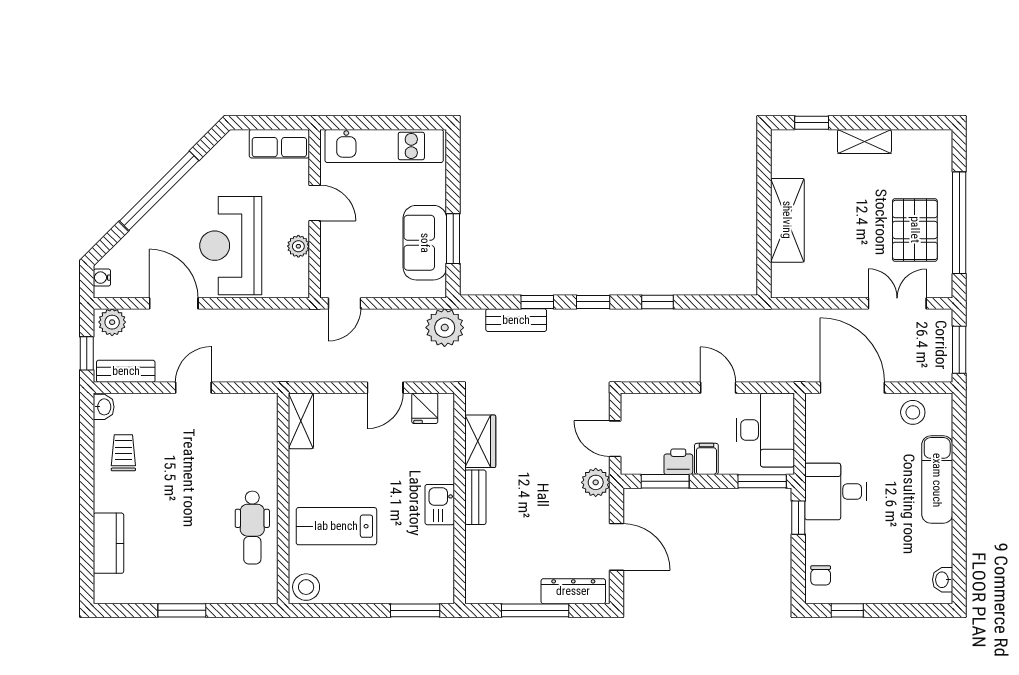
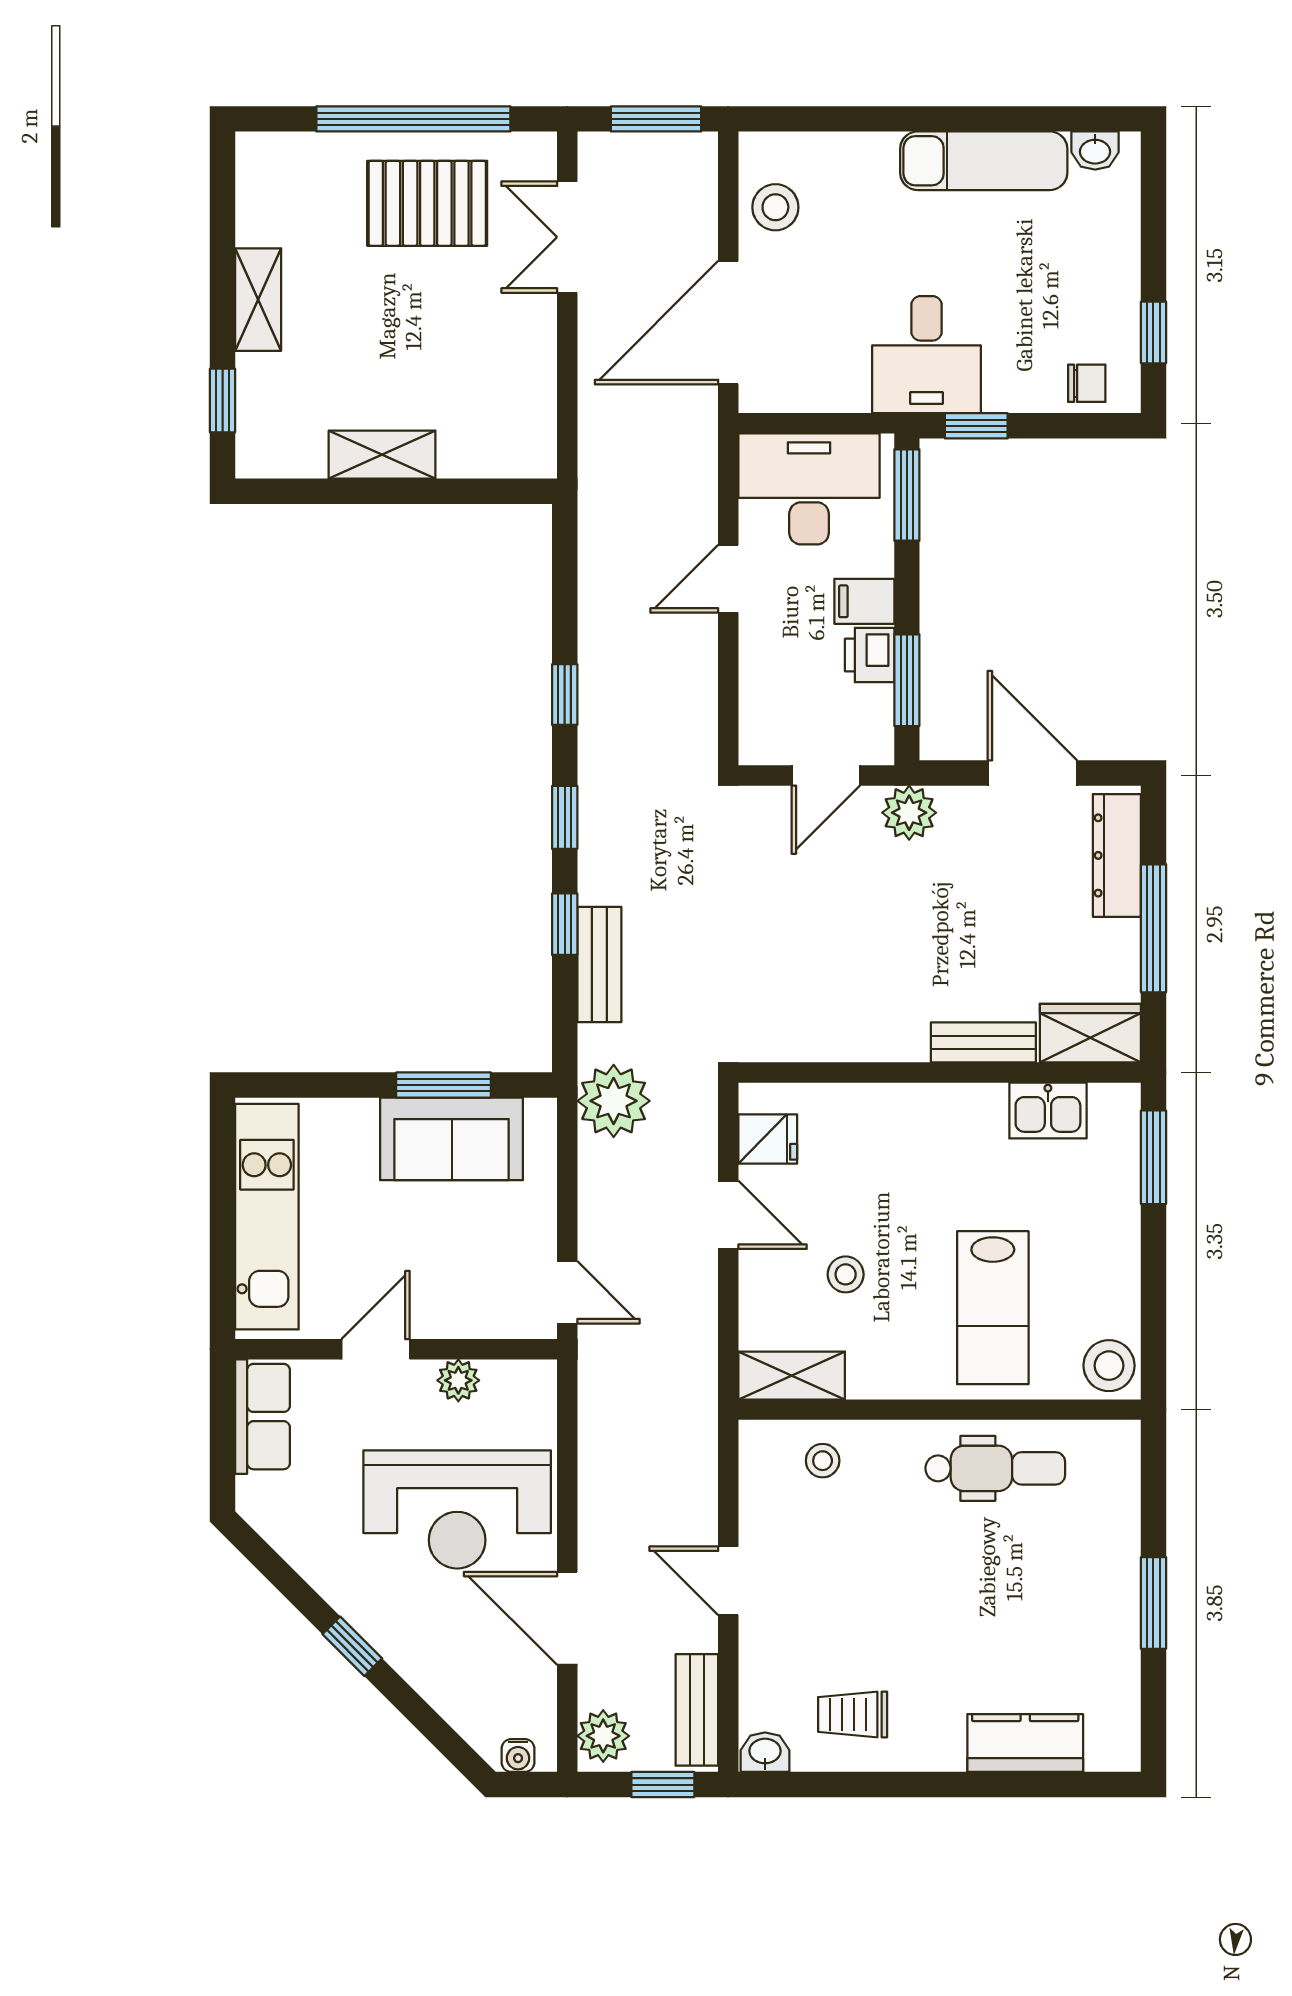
window: (159, 191) -> (352, 1646), width x0.32
shelving: (787, 220) -> (382, 455), width x0.67, depth x0.75
door: (174, 303) -> (567, 1618), hinge flipped
stool: (256, 437) -> (823, 1461), added
wardrobe: (480, 441) -> (1090, 1033), moved
stool: (354, 449) -> (846, 1274), added
exam couch: (937, 480) -> (984, 161), moved
bench: (475, 497) -> (983, 1042), moved
kitchen sink: (440, 505) -> (1048, 1110), moved
door: (616, 547) -> (1032, 773), hinge flipped

